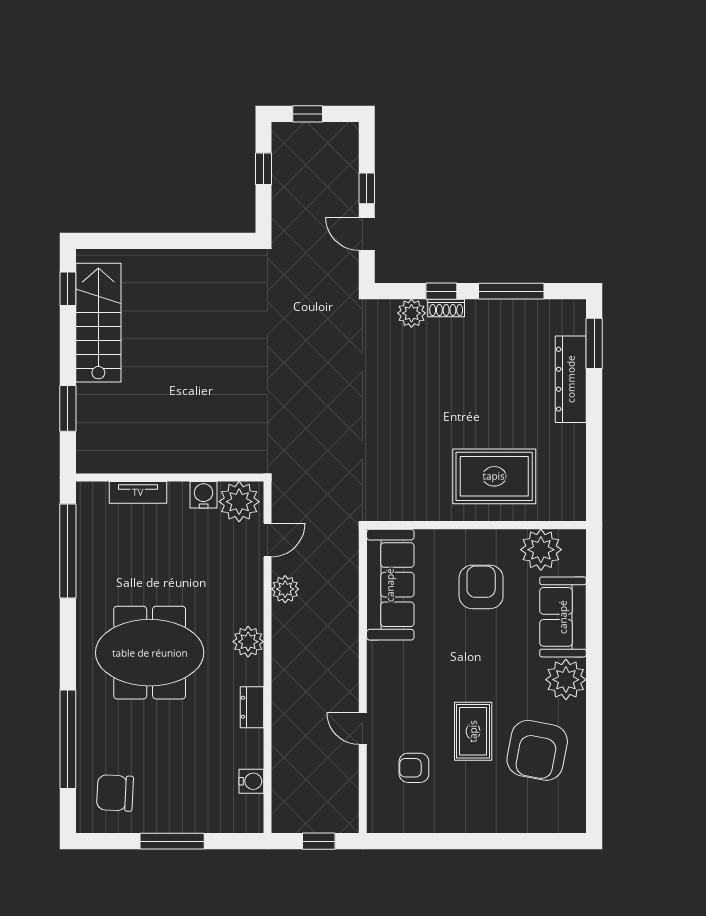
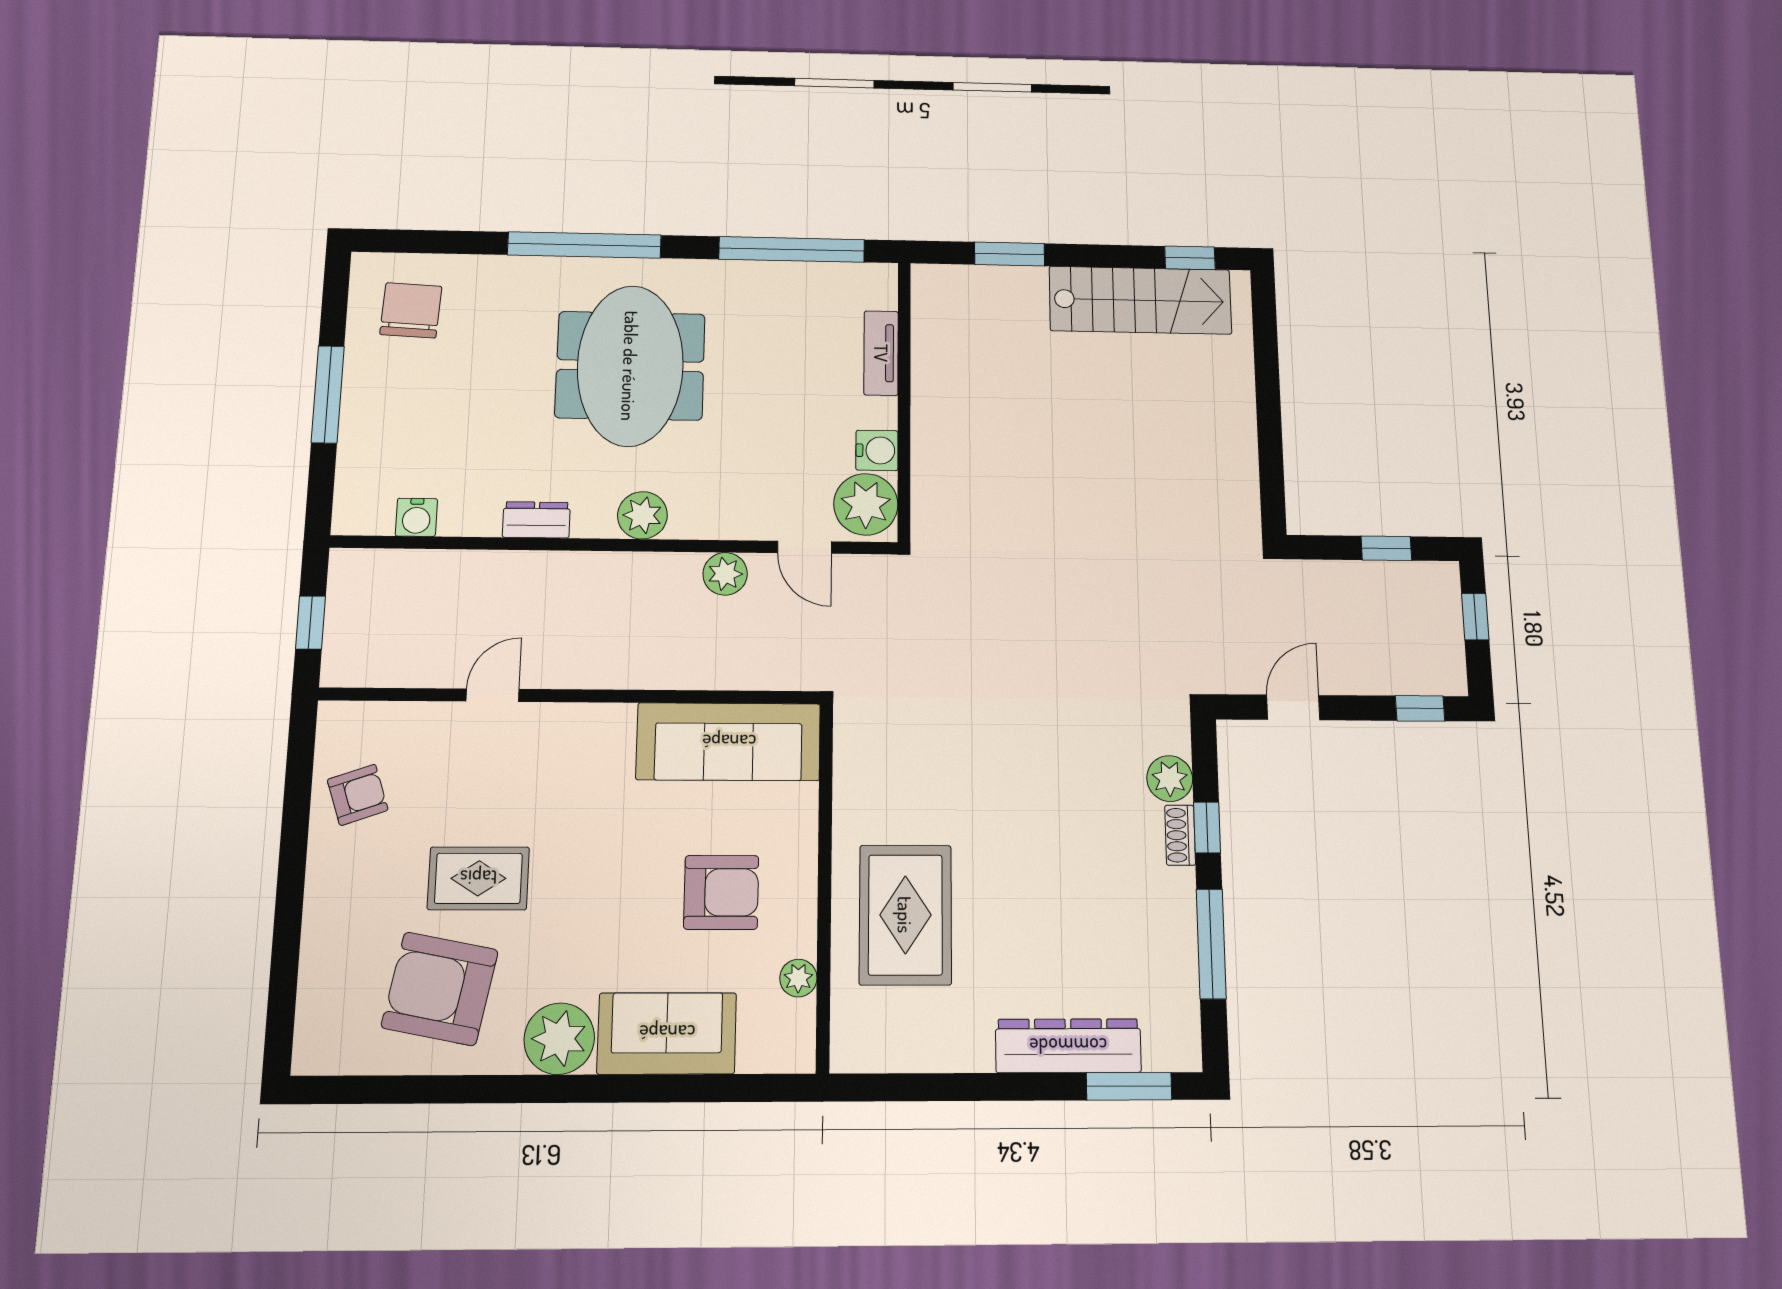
window: (367, 188) -> (1420, 708), moved
plant: (541, 550) -> (798, 978), width x0.53, depth x0.53
window: (68, 739) -> (584, 245), moved
armchair: (414, 768) -> (358, 795), moved, turned 71

